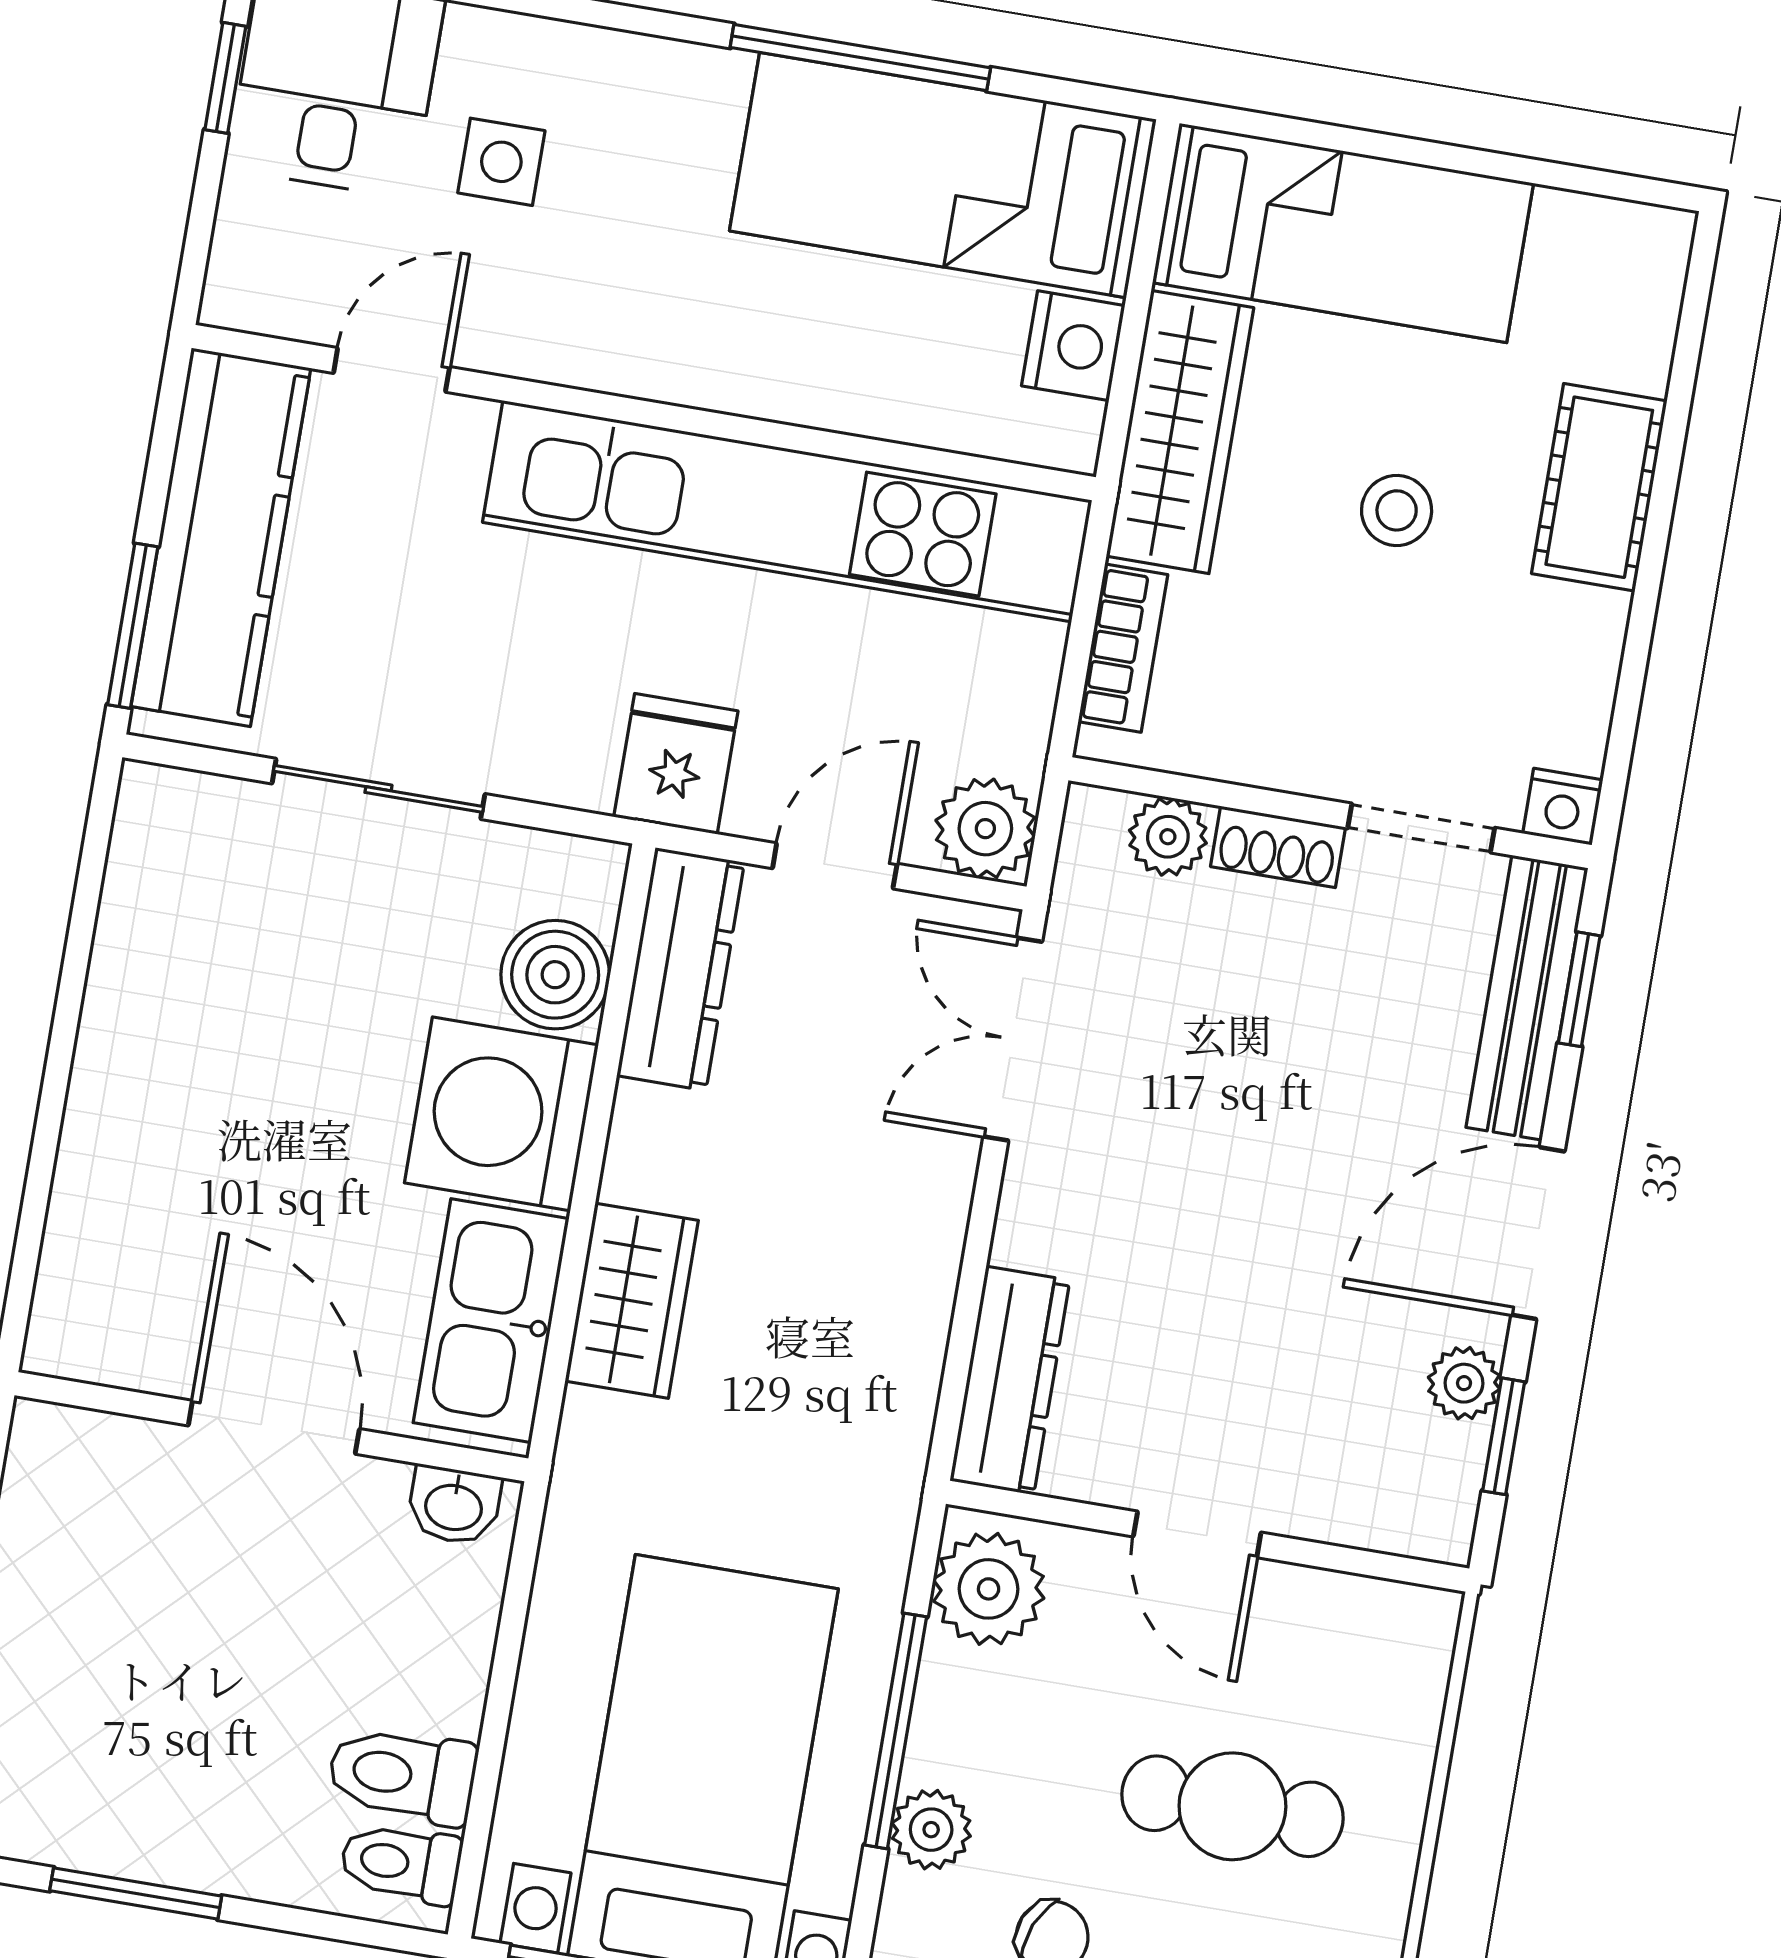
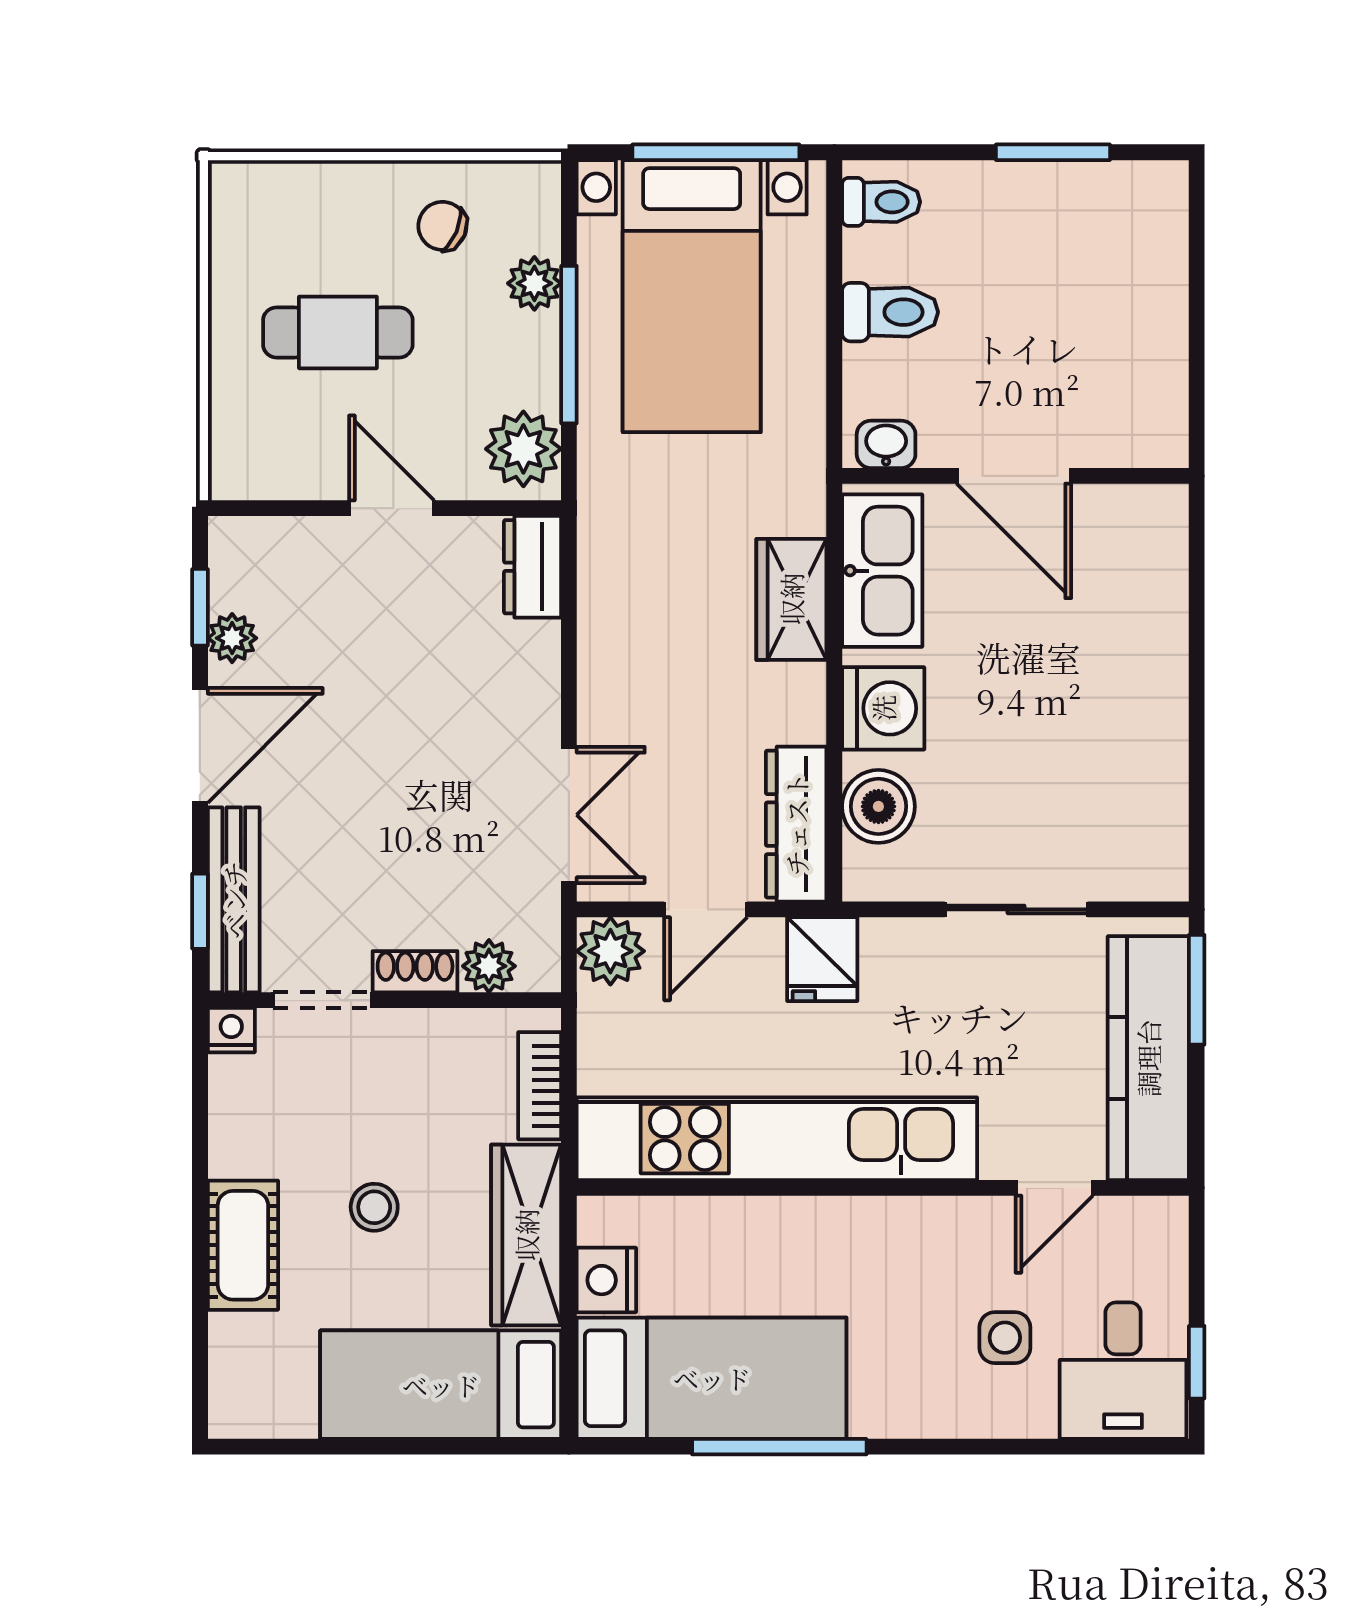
washing machine: (501, 1114) -> (883, 708), width x0.73, depth x0.73
dresser: (1010, 1381) -> (533, 567), width x0.70
toilet: (402, 1775) -> (890, 312), moved

